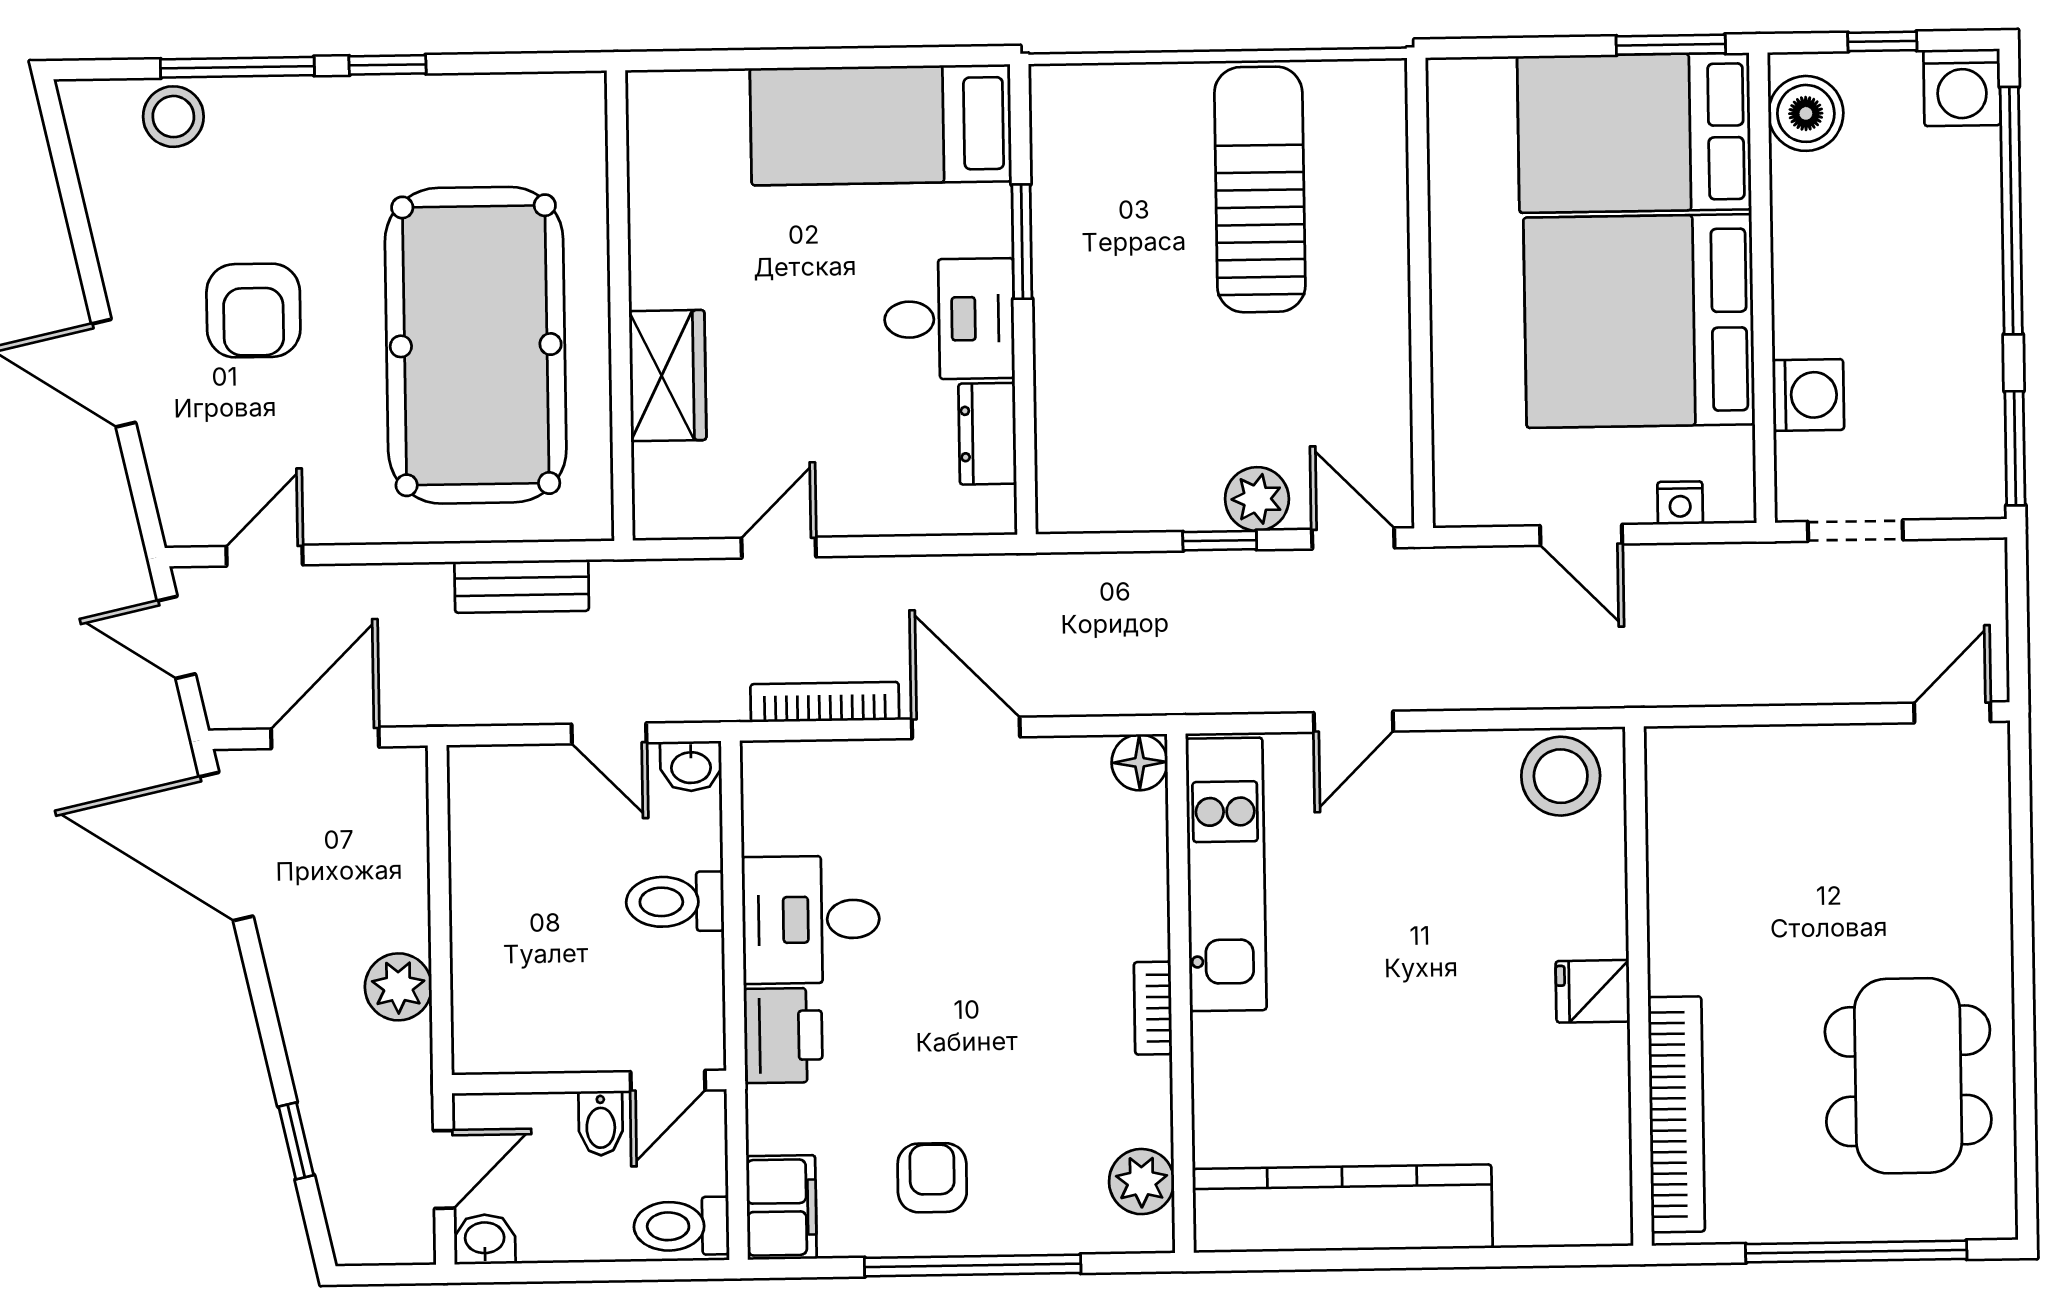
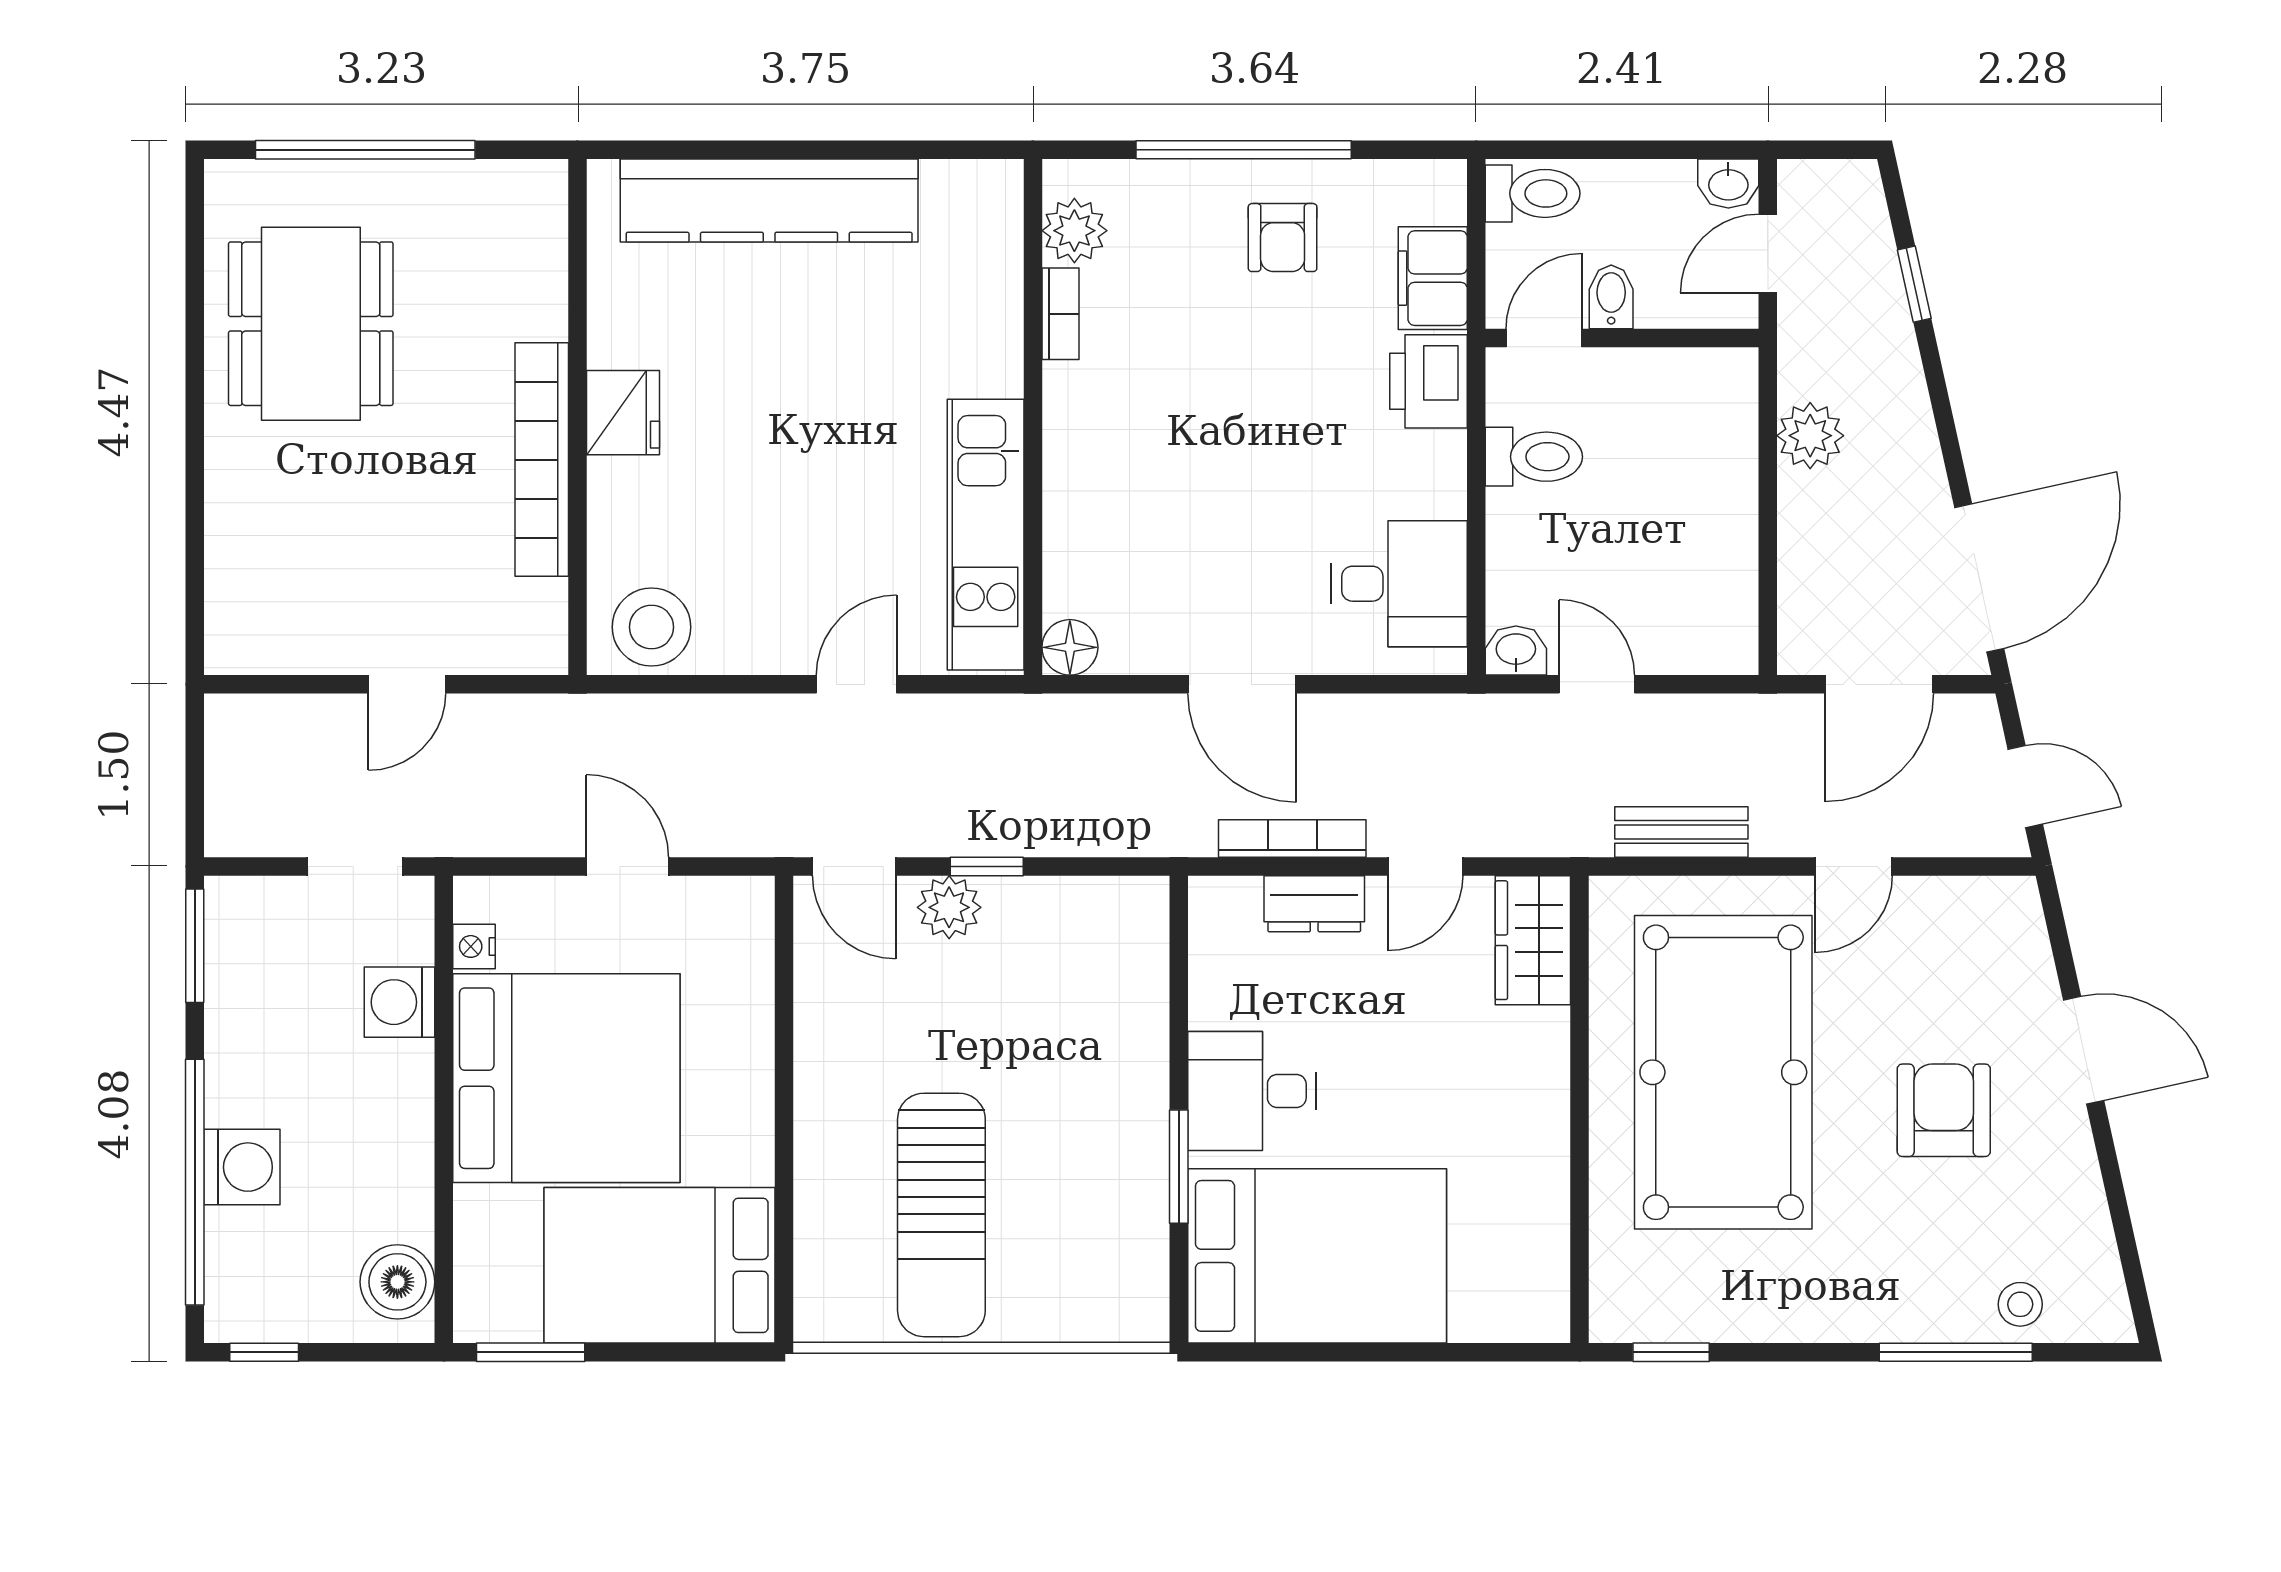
window: (1882, 41) -> (264, 1352), moved
window: (387, 65) -> (1671, 1352), moved
washing machine: (1962, 87) -> (242, 1167), moved, turned 90
stool: (173, 117) -> (2020, 1304), width x0.73, depth x0.73
bed: (881, 125) -> (1317, 1256), width x1.50
bed: (1634, 133) -> (659, 1265), moved, turned 180
wardrobe: (668, 376) -> (1533, 940), moved
dresser: (987, 434) -> (1314, 904), moved, turned 90
nightstand: (1680, 503) -> (474, 946), moved, turned -90
door: (264, 556) -> (1854, 866), moved
bookcase: (825, 702) -> (1292, 838), moved, turned 180
door: (1952, 712) -> (407, 684), moved
door: (226, 846) -> (1979, 578), hinge flipped
toilet: (675, 902) -> (1534, 457), moved
desk: (811, 920) -> (1399, 584), moved
fridge: (1593, 991) -> (623, 413), width x1.38
bookcase: (1153, 1008) -> (1060, 314), moved
bookcase: (1676, 1114) -> (542, 460), moved
filing cabinet: (781, 1207) -> (1433, 278), moved
kitchen counter: (1343, 1209) -> (769, 201), moved

